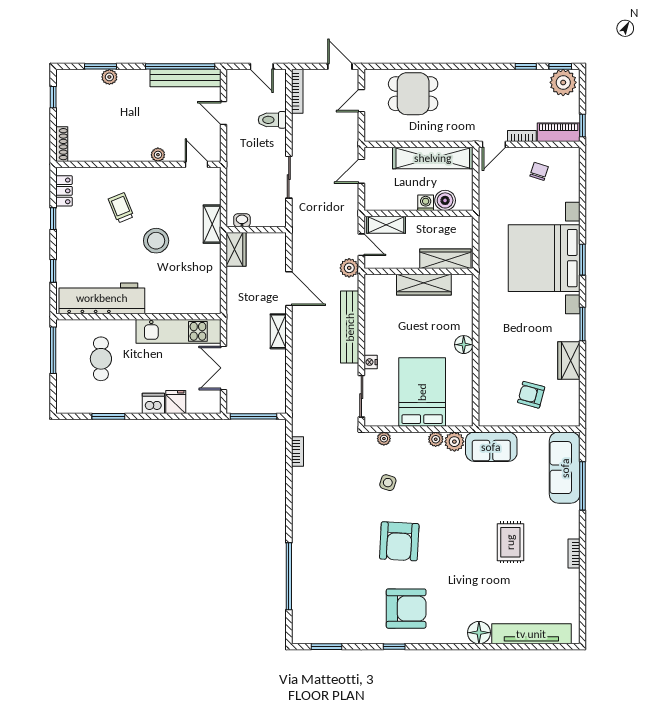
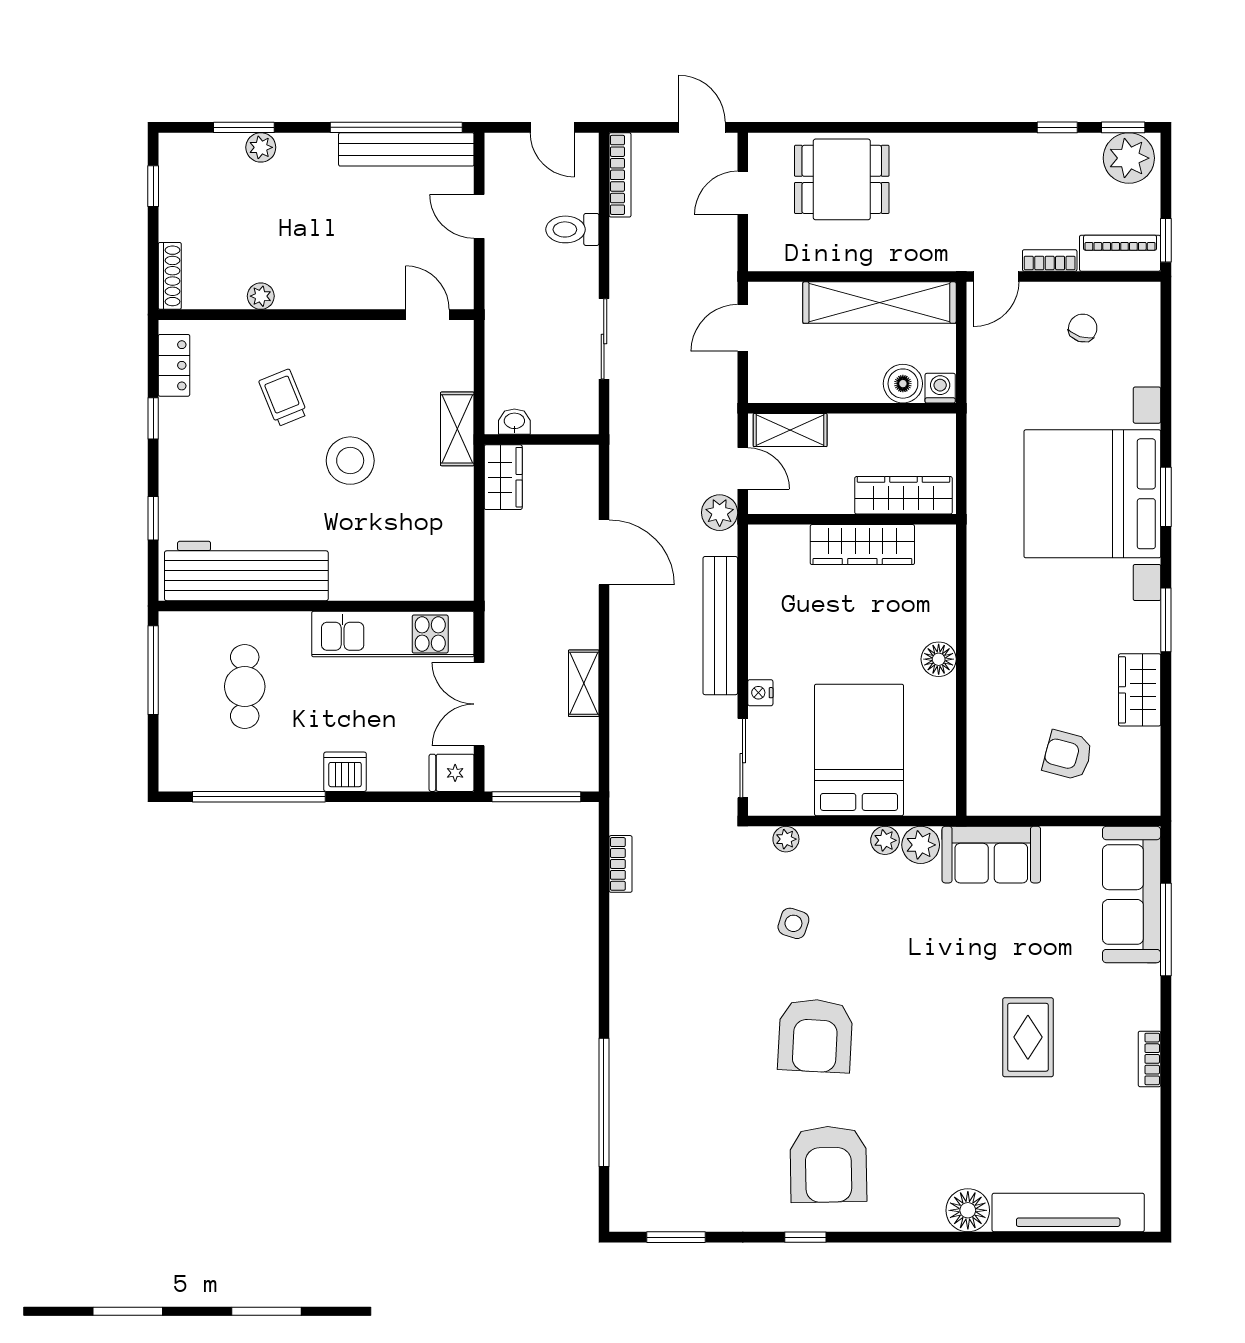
plant: (158, 155) -> (261, 296), moved
washing machine: (426, 203) -> (940, 388), moved
shelving: (278, 331) -> (584, 683), moved
fridge: (176, 402) -> (452, 773), moved, turned -90
window: (108, 416) -> (259, 797), width x2.11
armchair: (406, 609) -> (828, 1164), turned 89

